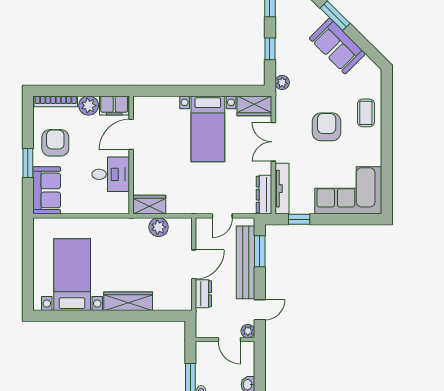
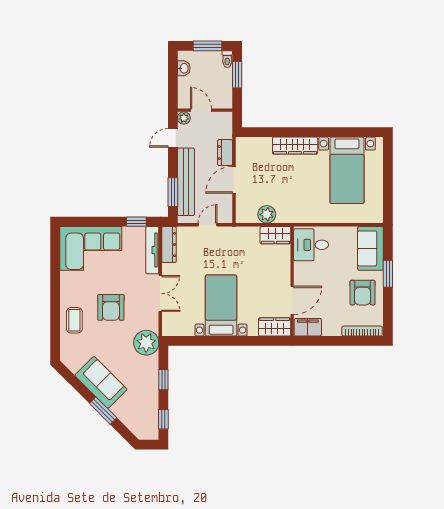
plant: (282, 83) -> (146, 343), width x1.88, depth x1.88
plant: (89, 106) -> (332, 327), removed
wardrobe: (254, 106) -> (275, 327), moved
desk: (111, 174) -> (311, 245), moved

